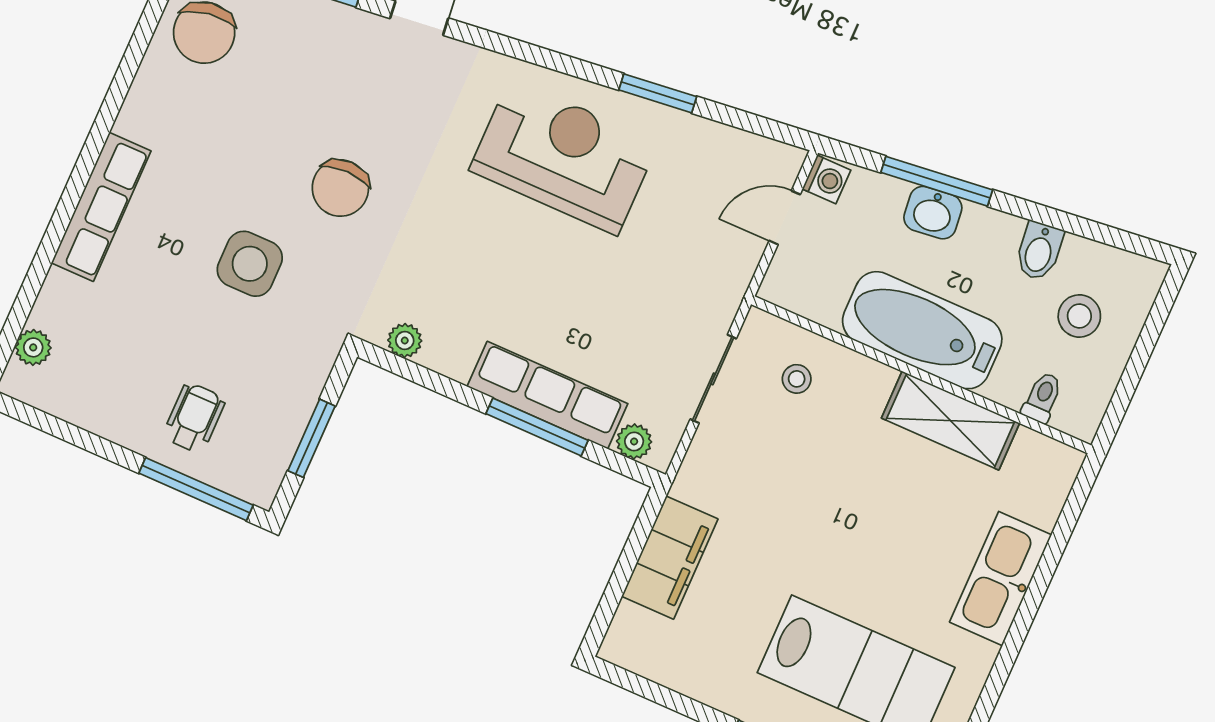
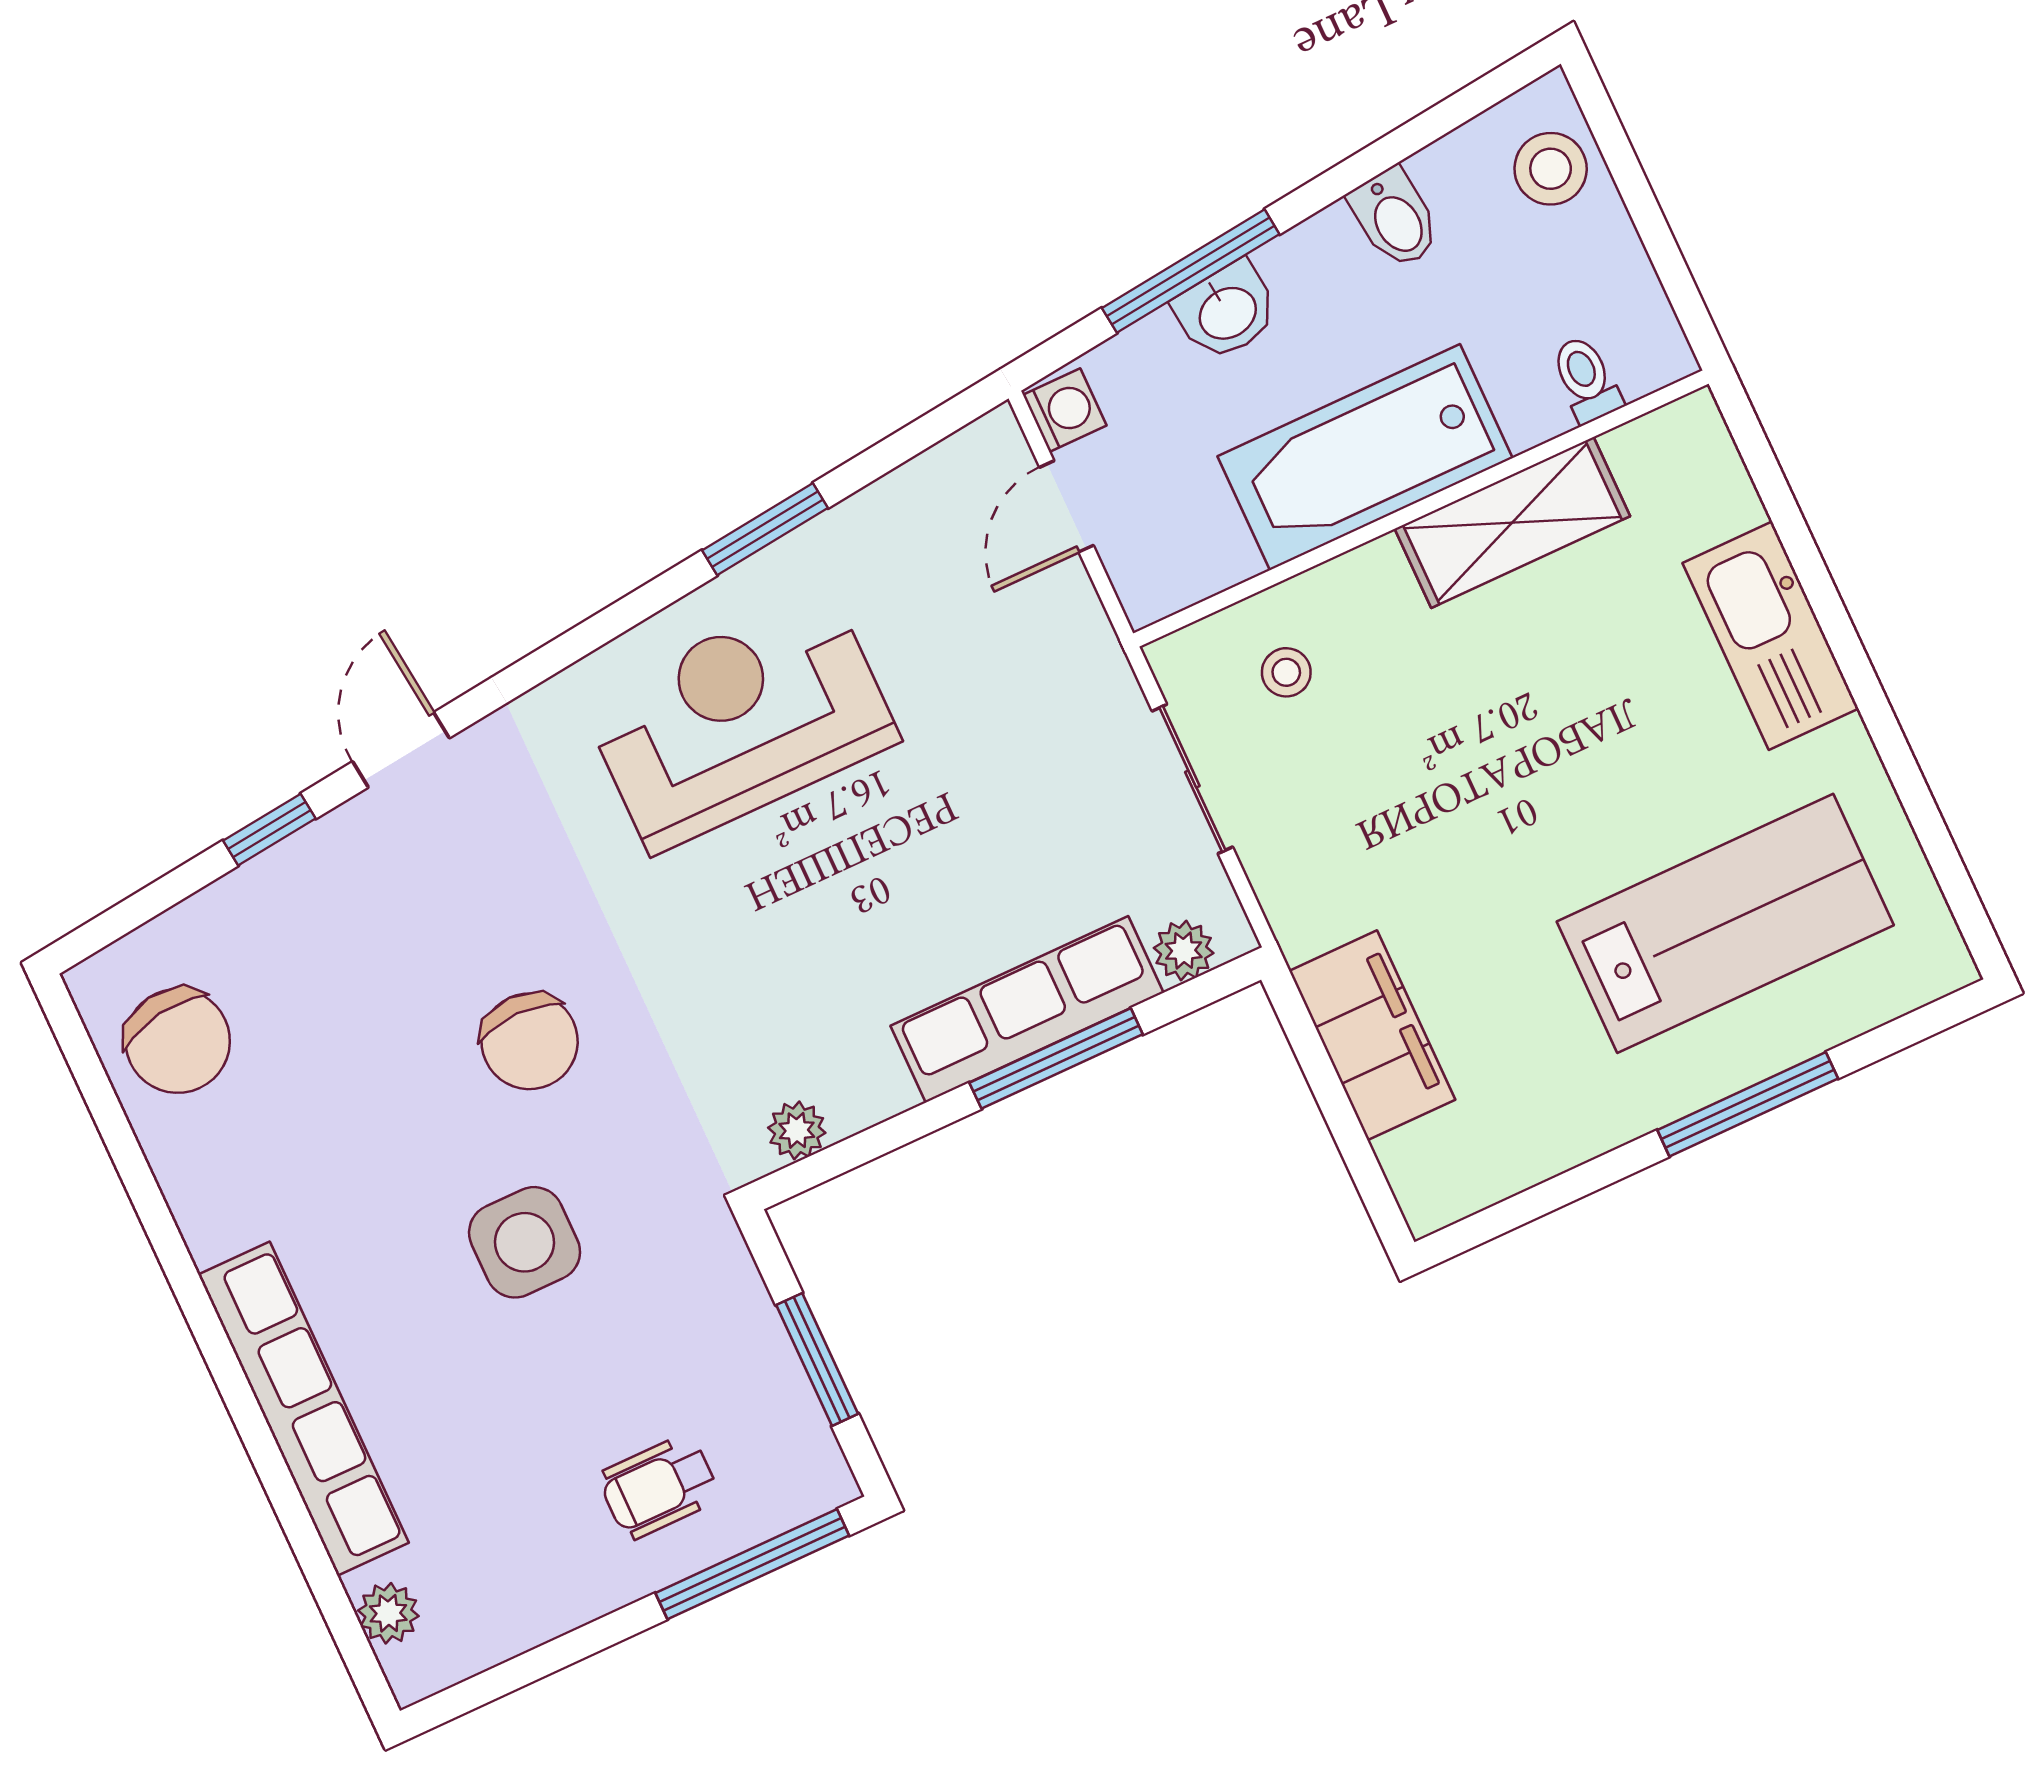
row of seats: (101, 207) -> (303, 1409), width x1.36
stool: (1079, 316) -> (1551, 169), moved
wheelchair: (194, 418) -> (659, 1487), turned -90

